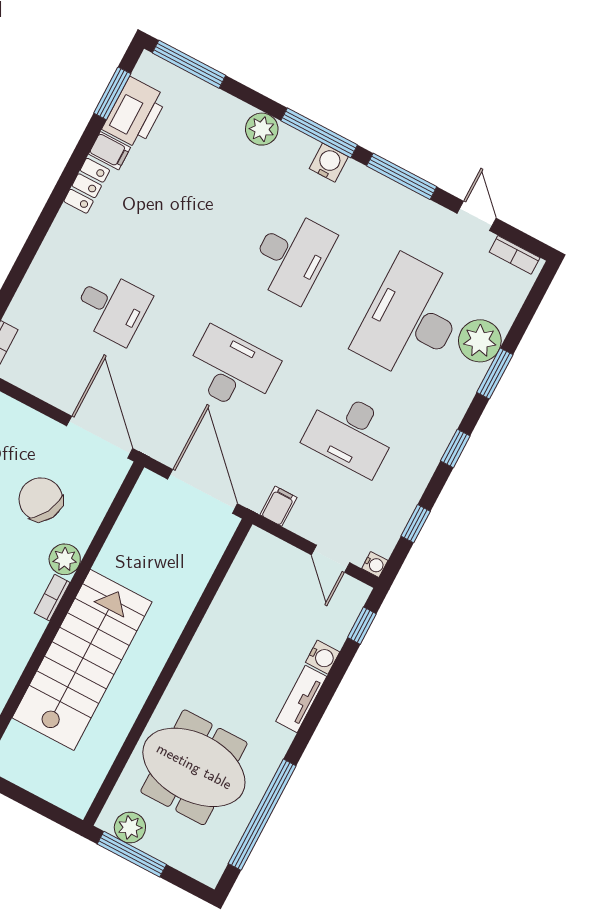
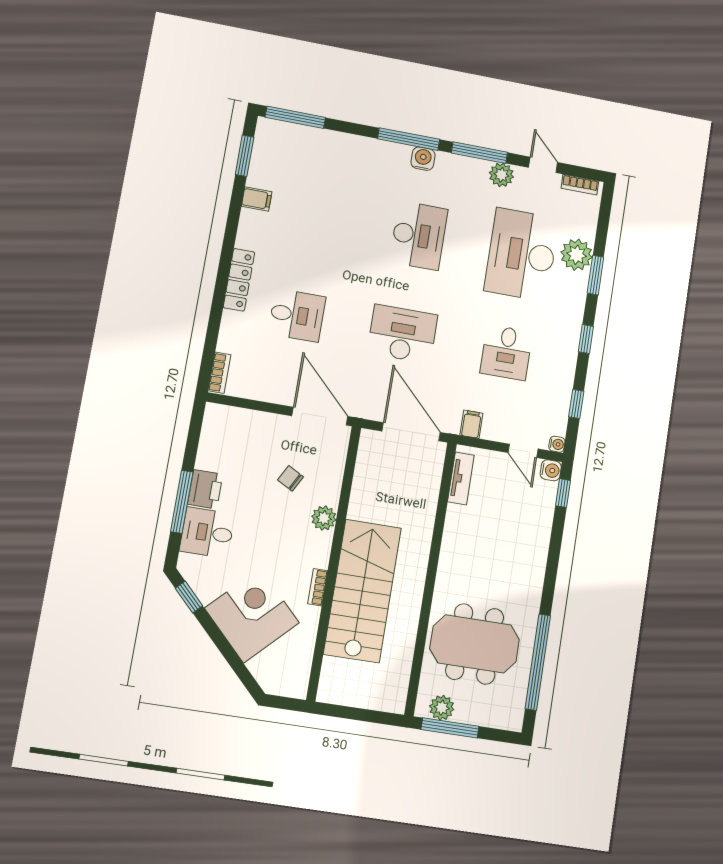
printer: (135, 113) -> (266, 165), removed
plant: (262, 129) -> (501, 175), moved
locker: (87, 186) -> (239, 280), moved, width x1.53
desk: (351, 433) -> (506, 352), width x0.73
chair: (41, 499) -> (290, 478), width x0.54, depth x0.54
bookcase: (52, 598) -> (318, 587), moved
water cooler: (323, 657) -> (551, 470), moved
tv unit: (301, 699) -> (461, 478), moved, turned 180

